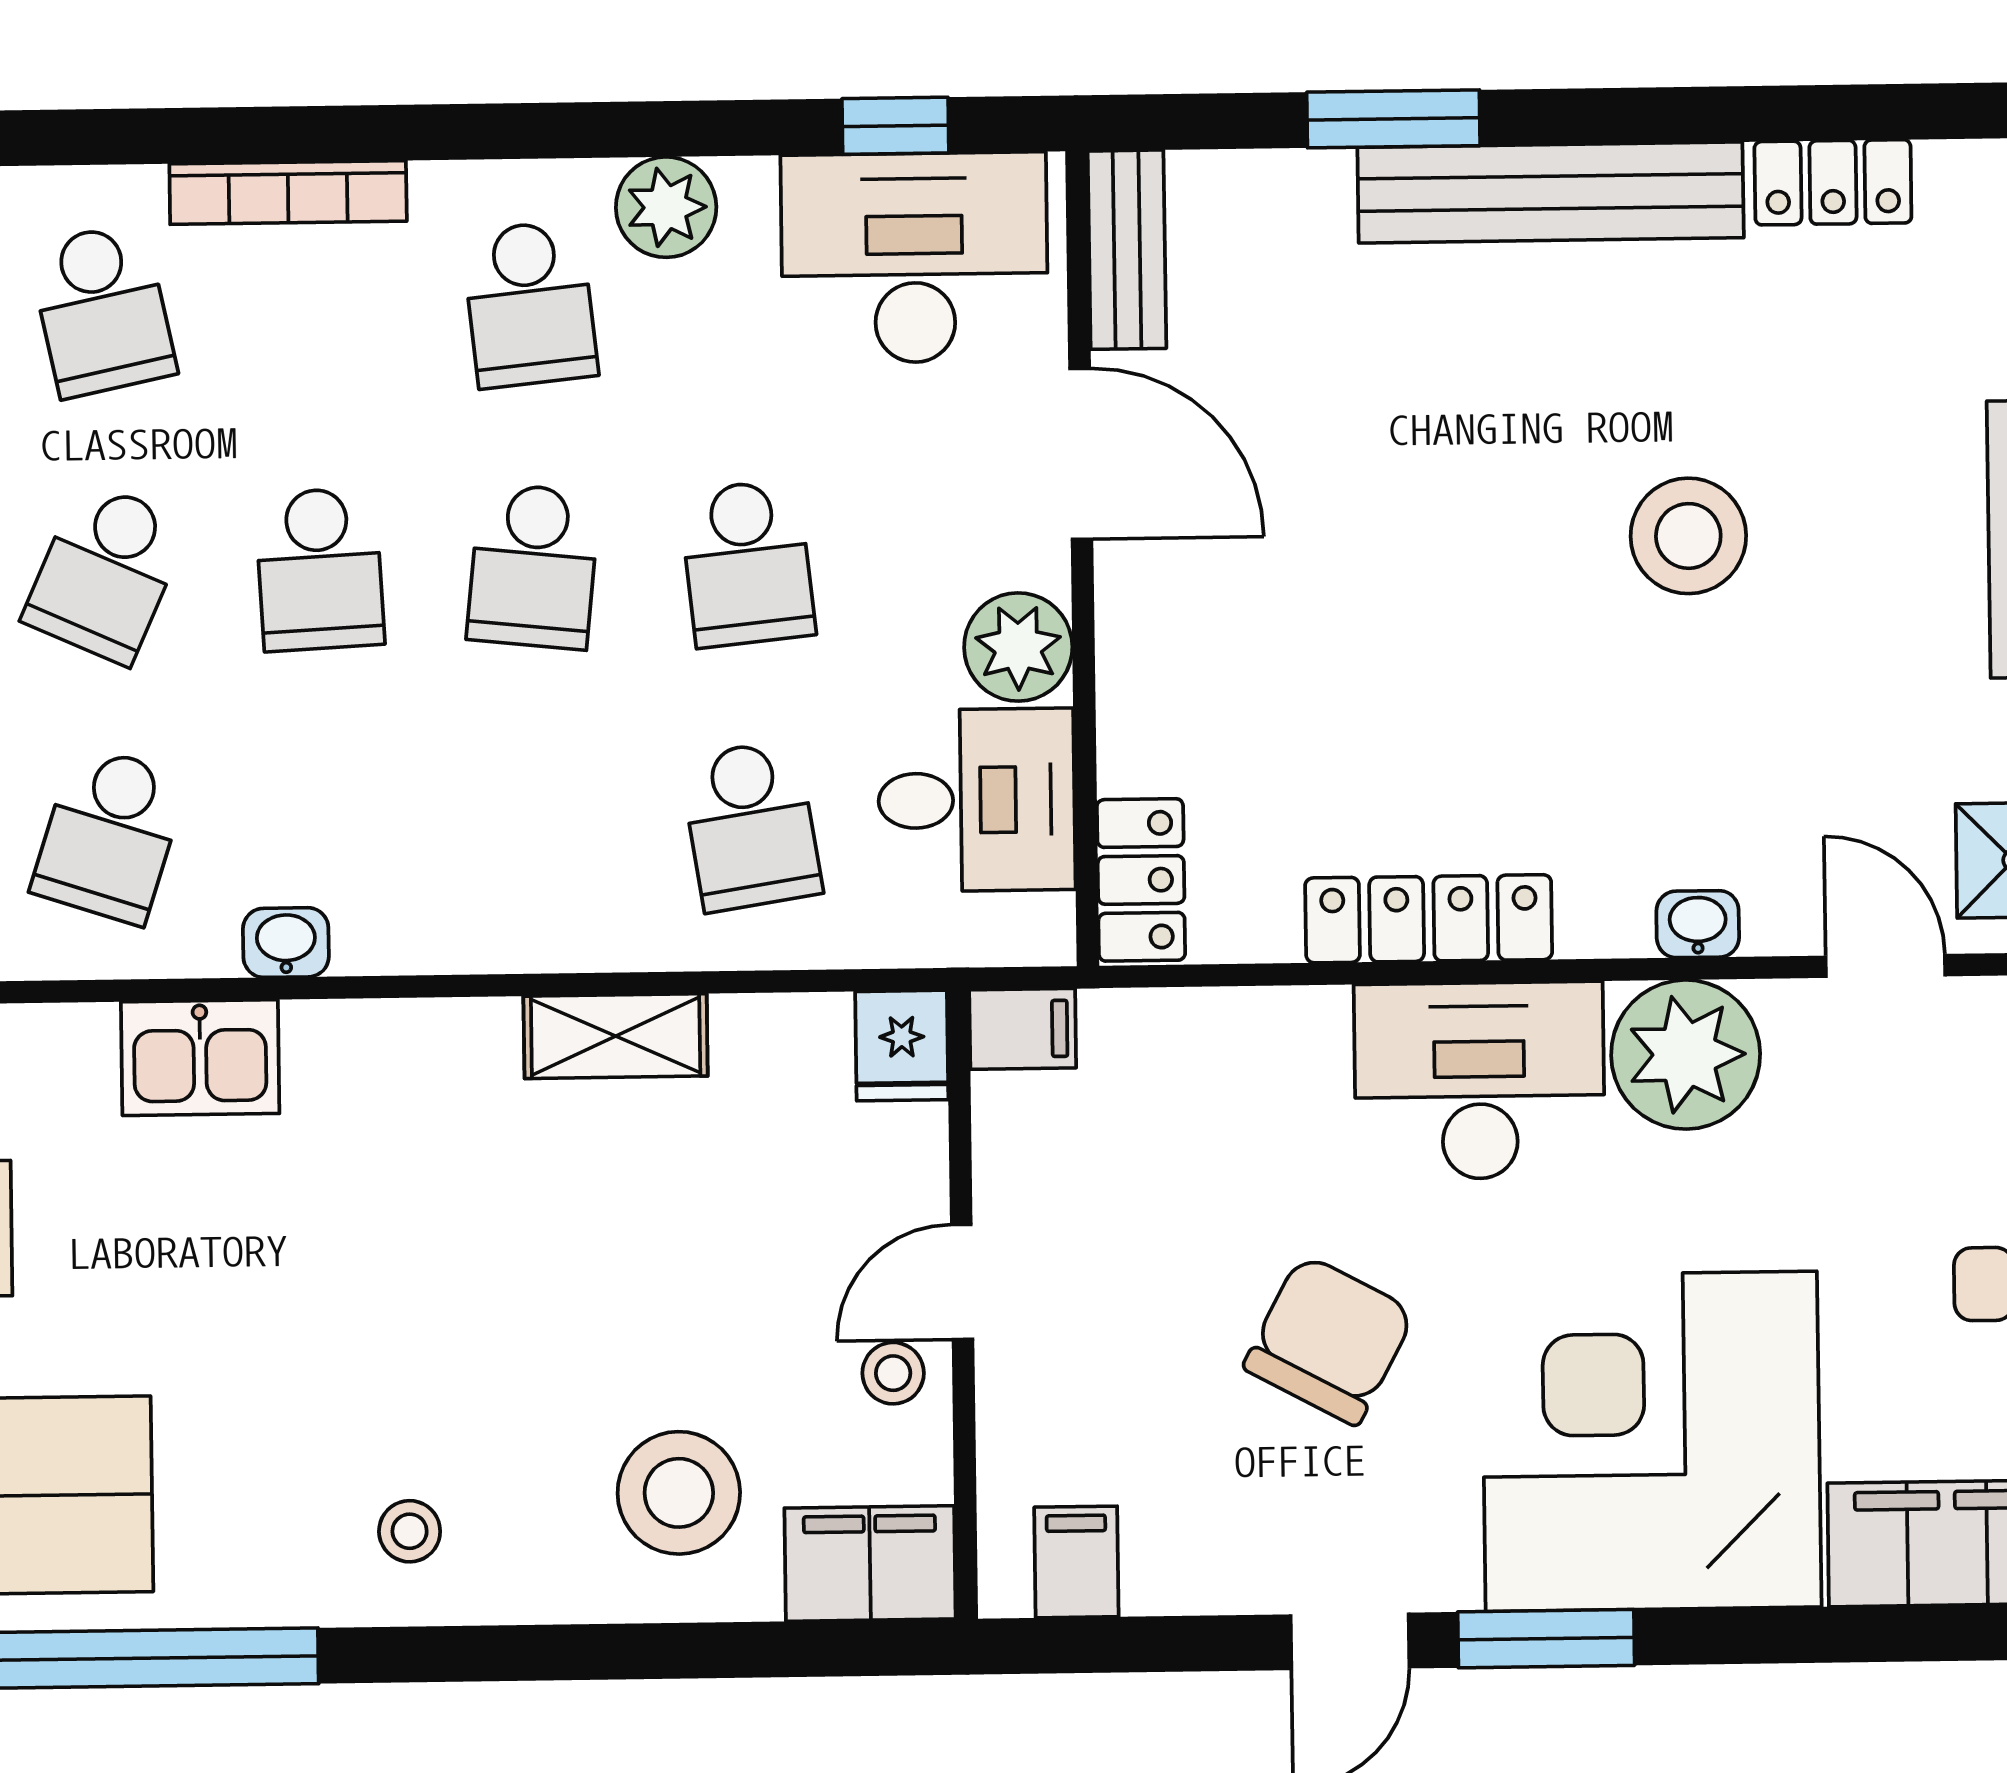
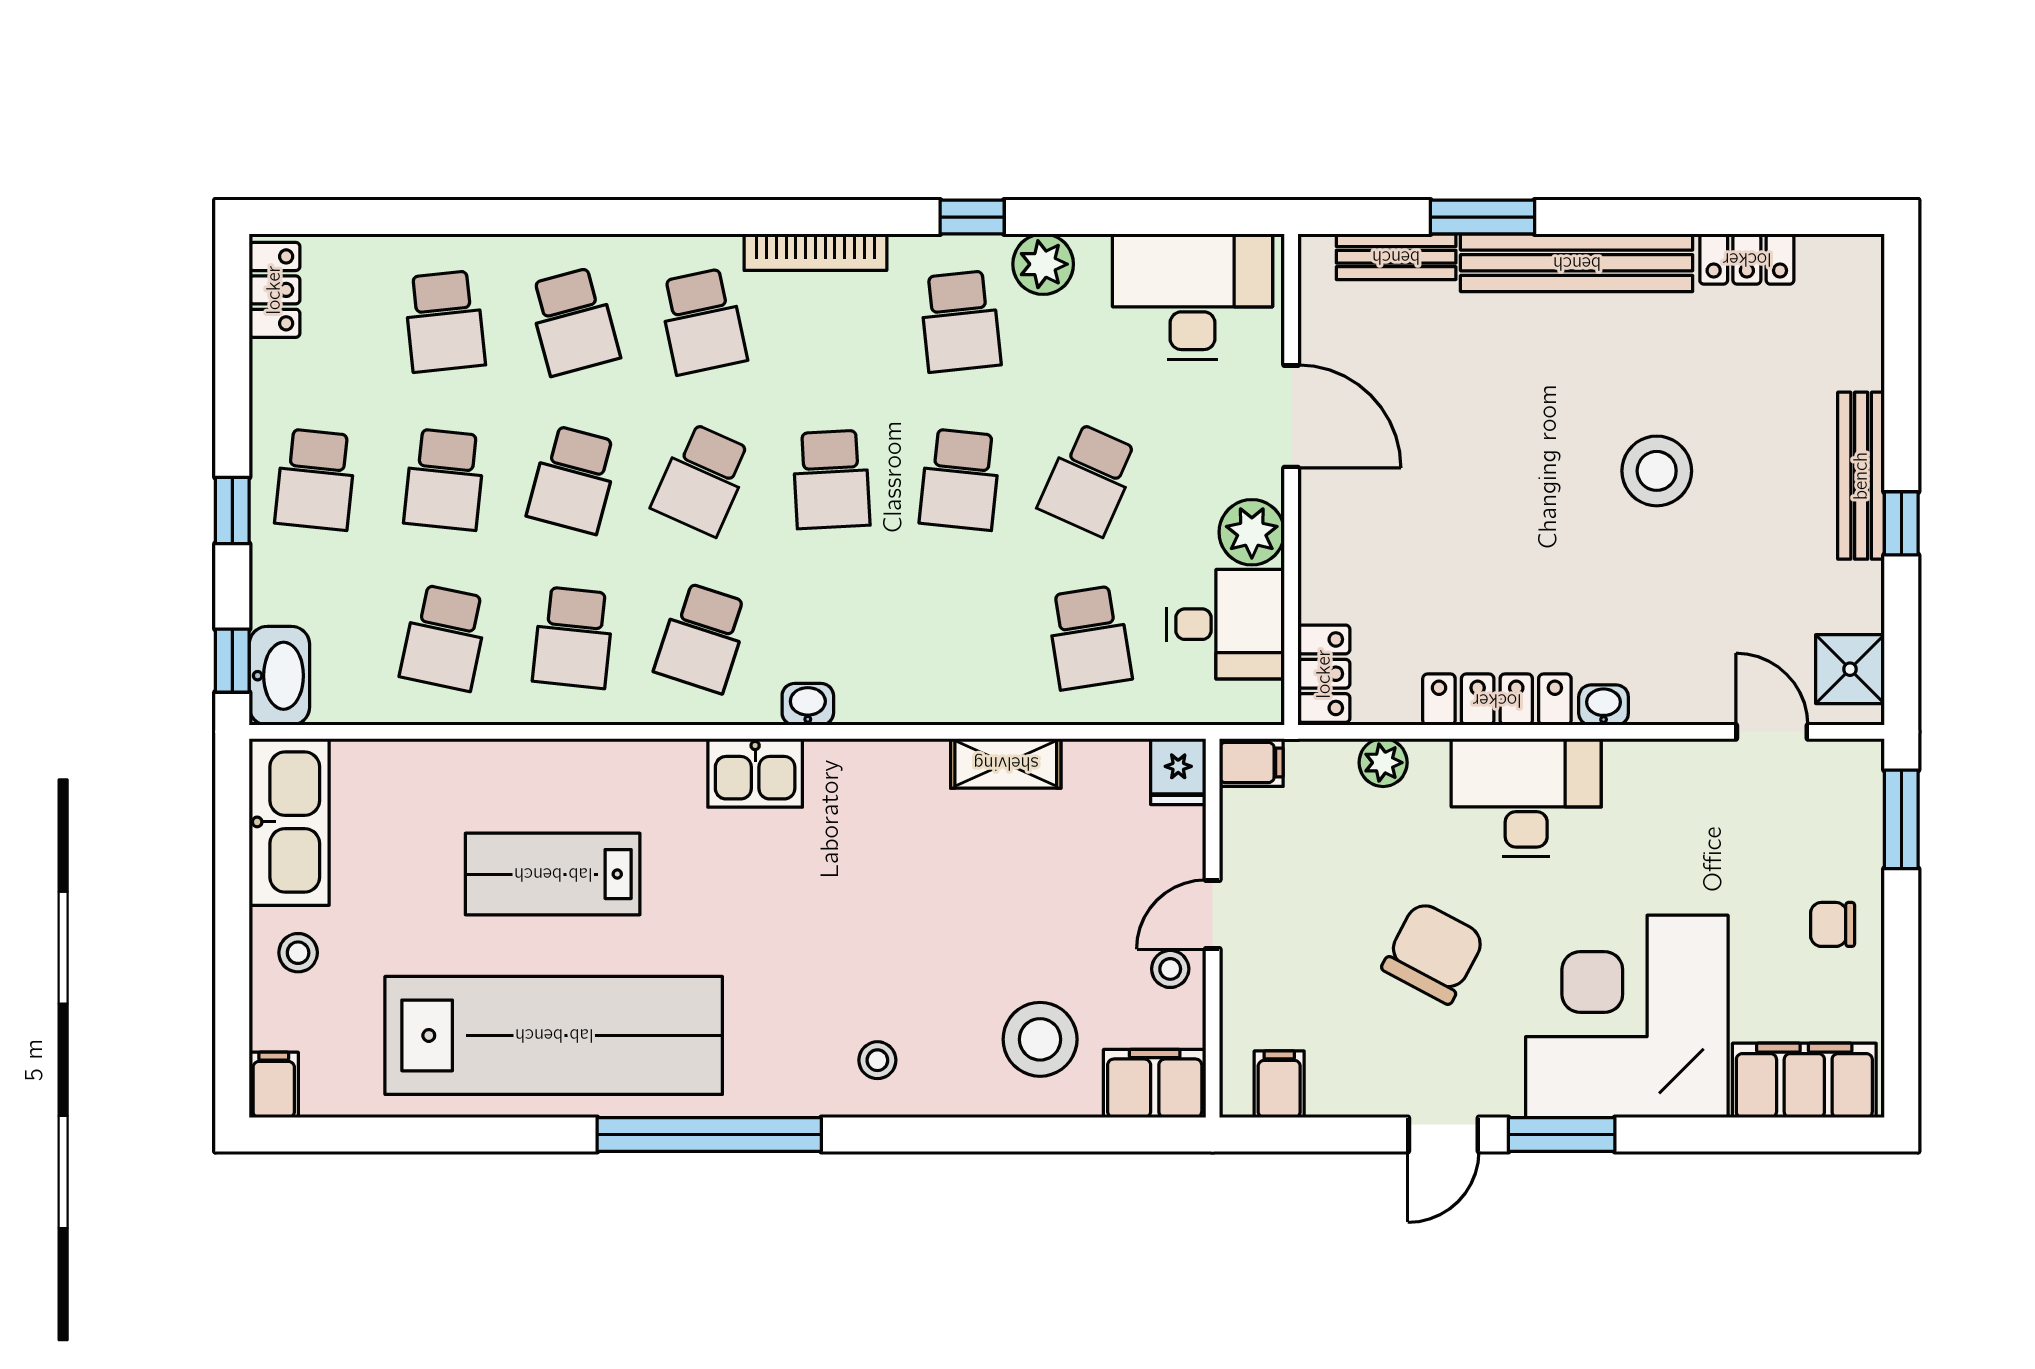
window: (895, 126) -> (972, 217), moved
bench: (1127, 250) -> (1396, 257), moved, turned 90
school desk: (747, 563) -> (1089, 479), turned 30
washbasin: (1698, 924) -> (1604, 705), moved
plant: (1686, 1055) -> (1383, 763), moved, width x0.53, depth x0.53

